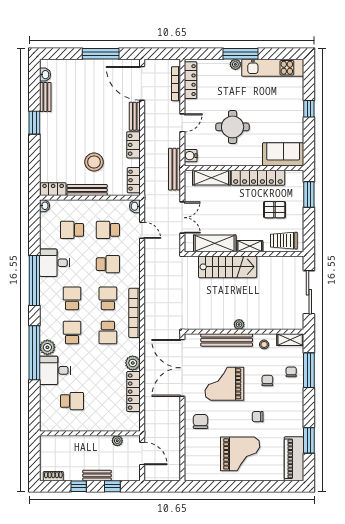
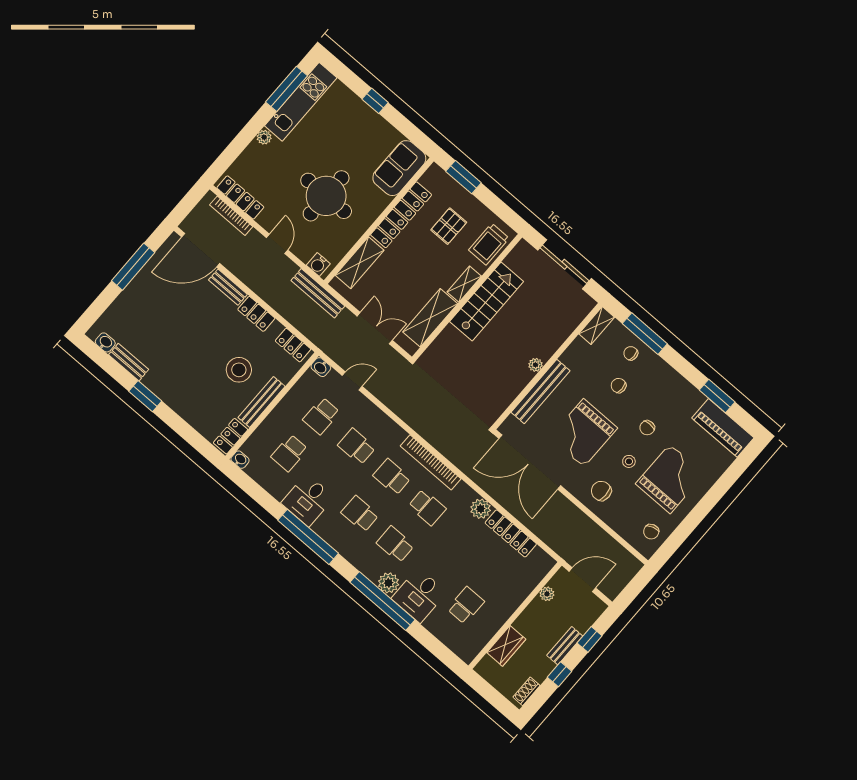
window: (240, 54) -> (287, 89), moved
round table: (233, 127) -> (326, 196), width x1.36, depth x1.36
school desk: (108, 264) -> (357, 446), turned -90
stairs: (228, 267) -> (487, 301), moved
stool: (264, 344) -> (629, 461), moved
wardrobe: (69, 443) -> (506, 646), added
chair: (202, 469) -> (651, 532), added

